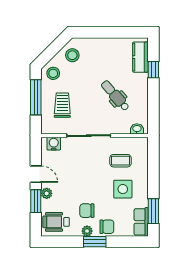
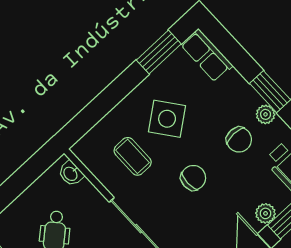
side table: (123, 189) -> (167, 119), turned -37
row of seats: (141, 222) -> (207, 55), moved, turned 90
chair: (107, 227) -> (193, 178), moved, turned 90

